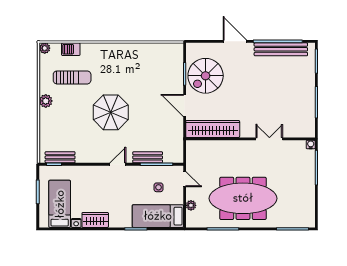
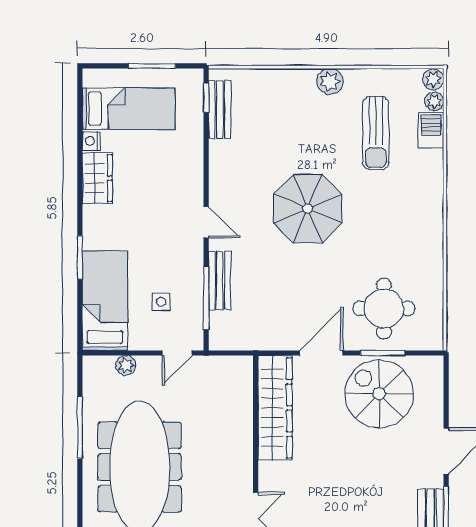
plant: (56, 47) -> (434, 101), added
round table: (162, 73) -> (384, 308), added

